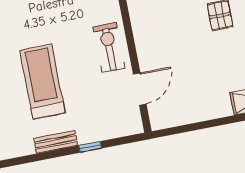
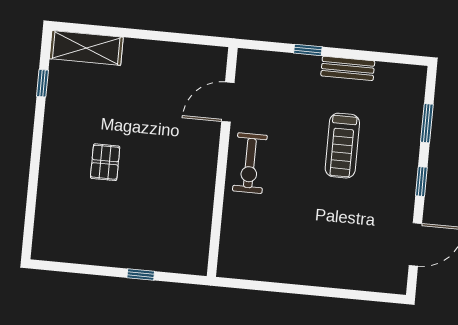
treadmill: (42, 82) -> (342, 146), width x0.73, depth x0.73

